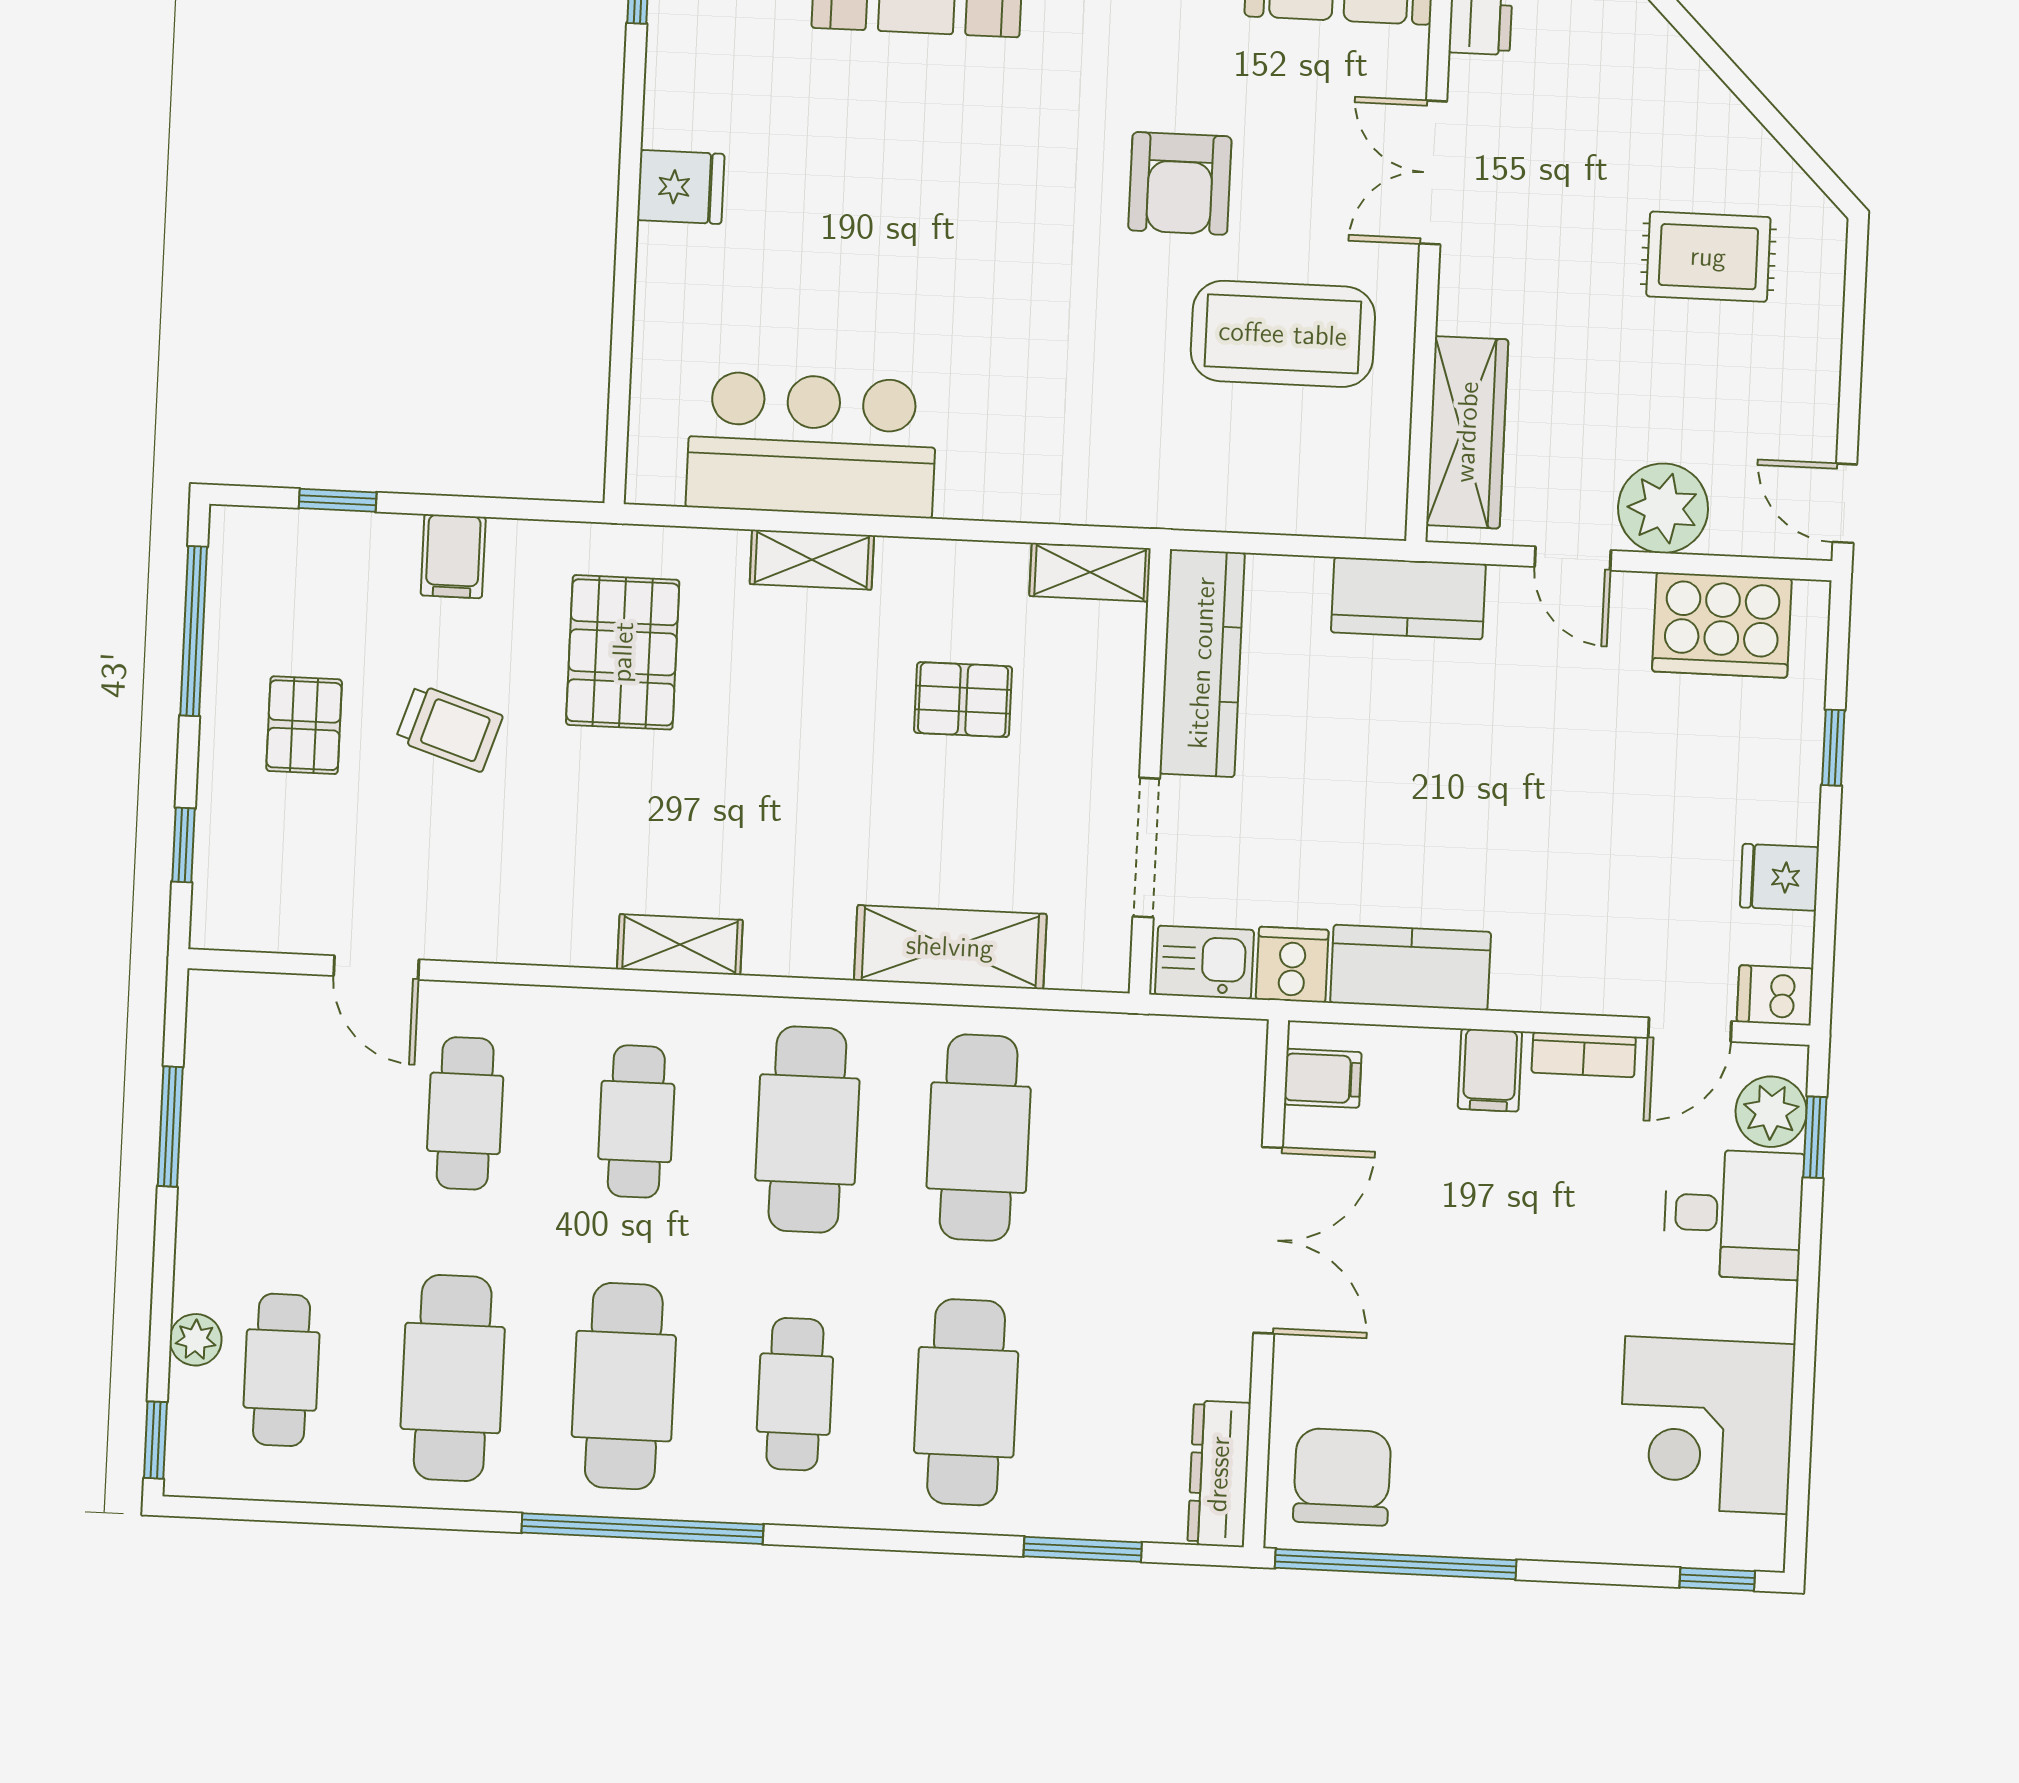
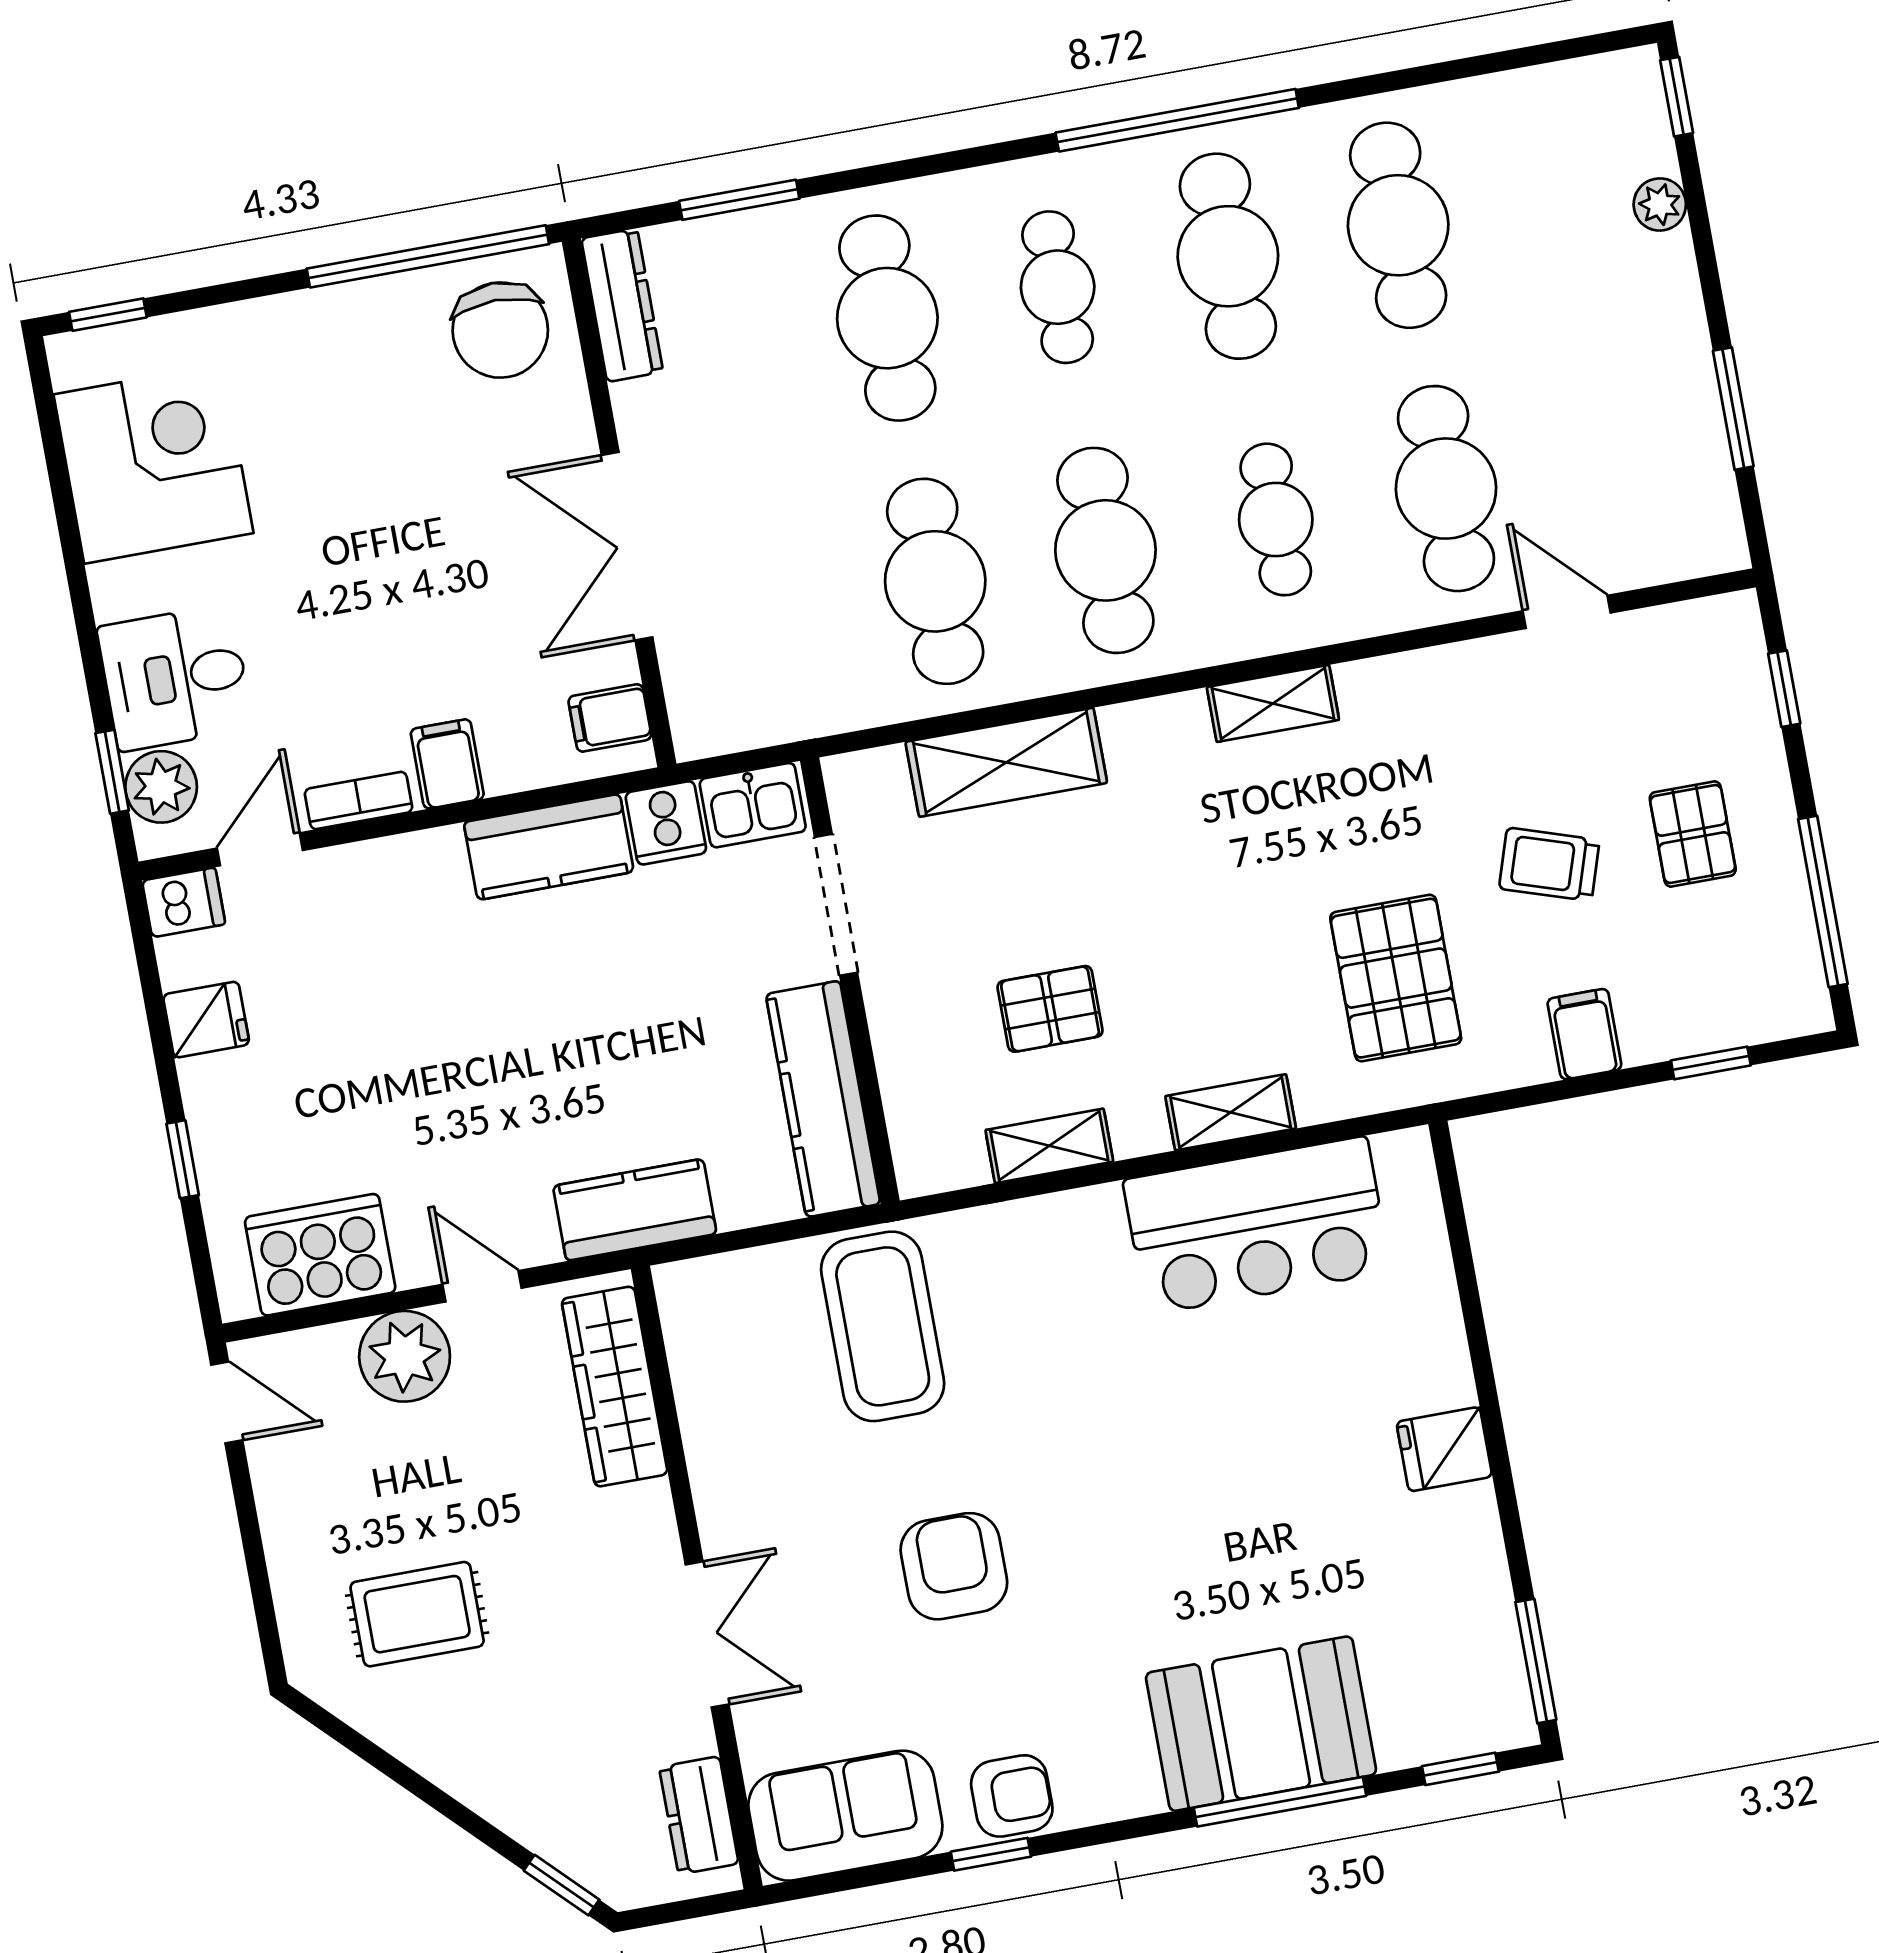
coffee table: (1283, 334) -> (883, 1326), moved, turned 90
shelving: (1090, 572) -> (1049, 1146), moved
cafe table: (465, 1113) -> (1446, 489), width x1.37, depth x1.35
cafe table: (282, 1370) -> (1568, 194), removed

